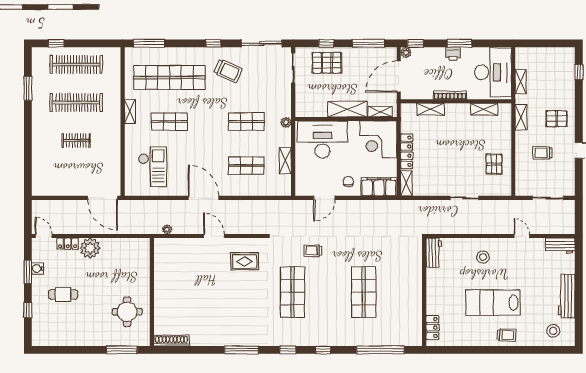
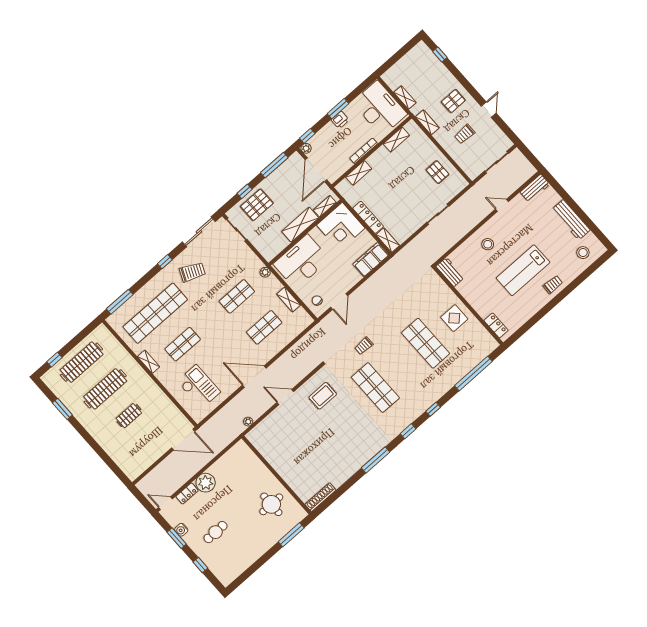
chair: (348, 182) -> (317, 301), moved
display table: (404, 292) -> (454, 318), added

